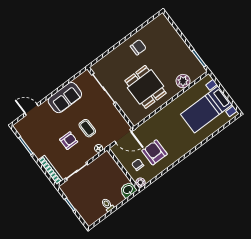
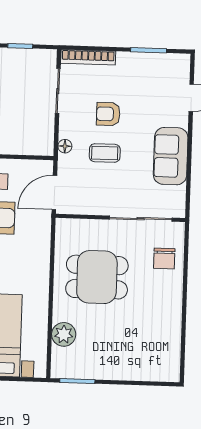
chair: (138, 47) -> (164, 258), moved
armchair: (69, 141) -> (108, 114), turned 90

